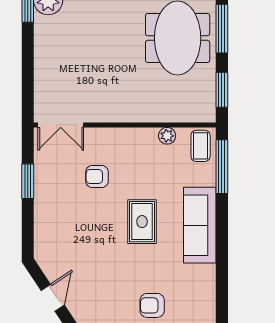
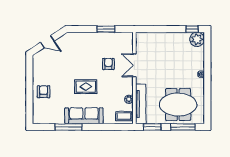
tv unit: (176, 112) -> (141, 104), added
double door: (61, 125) -> (134, 65), moved
window: (222, 167) -> (68, 127), moved

